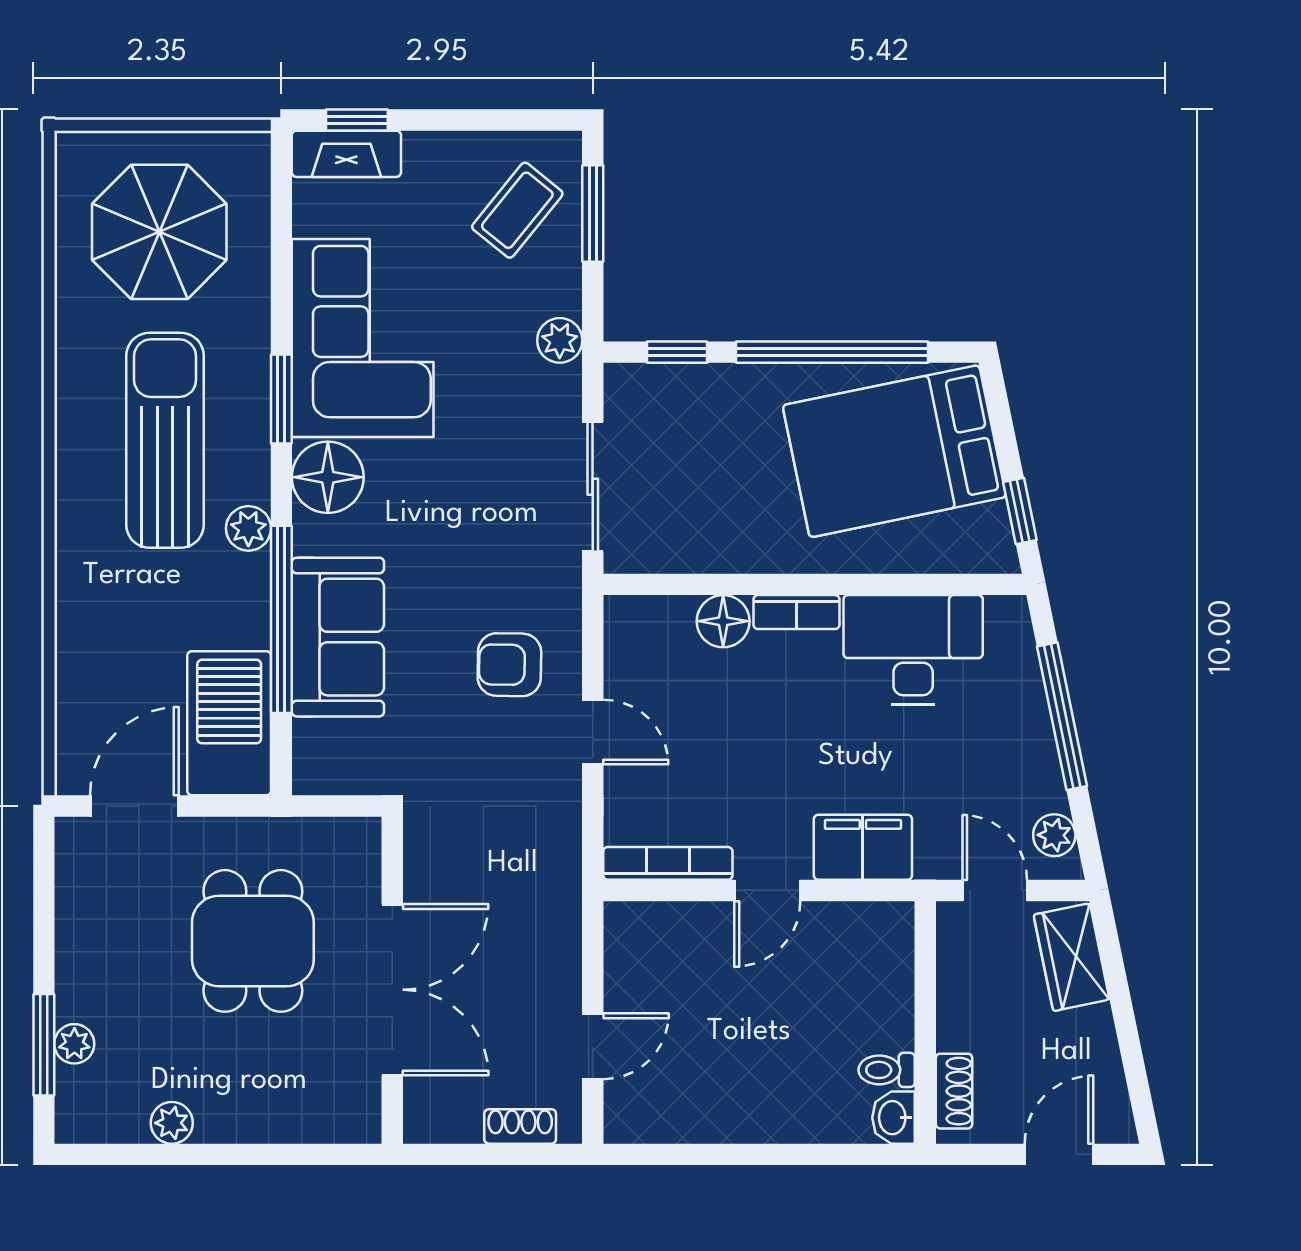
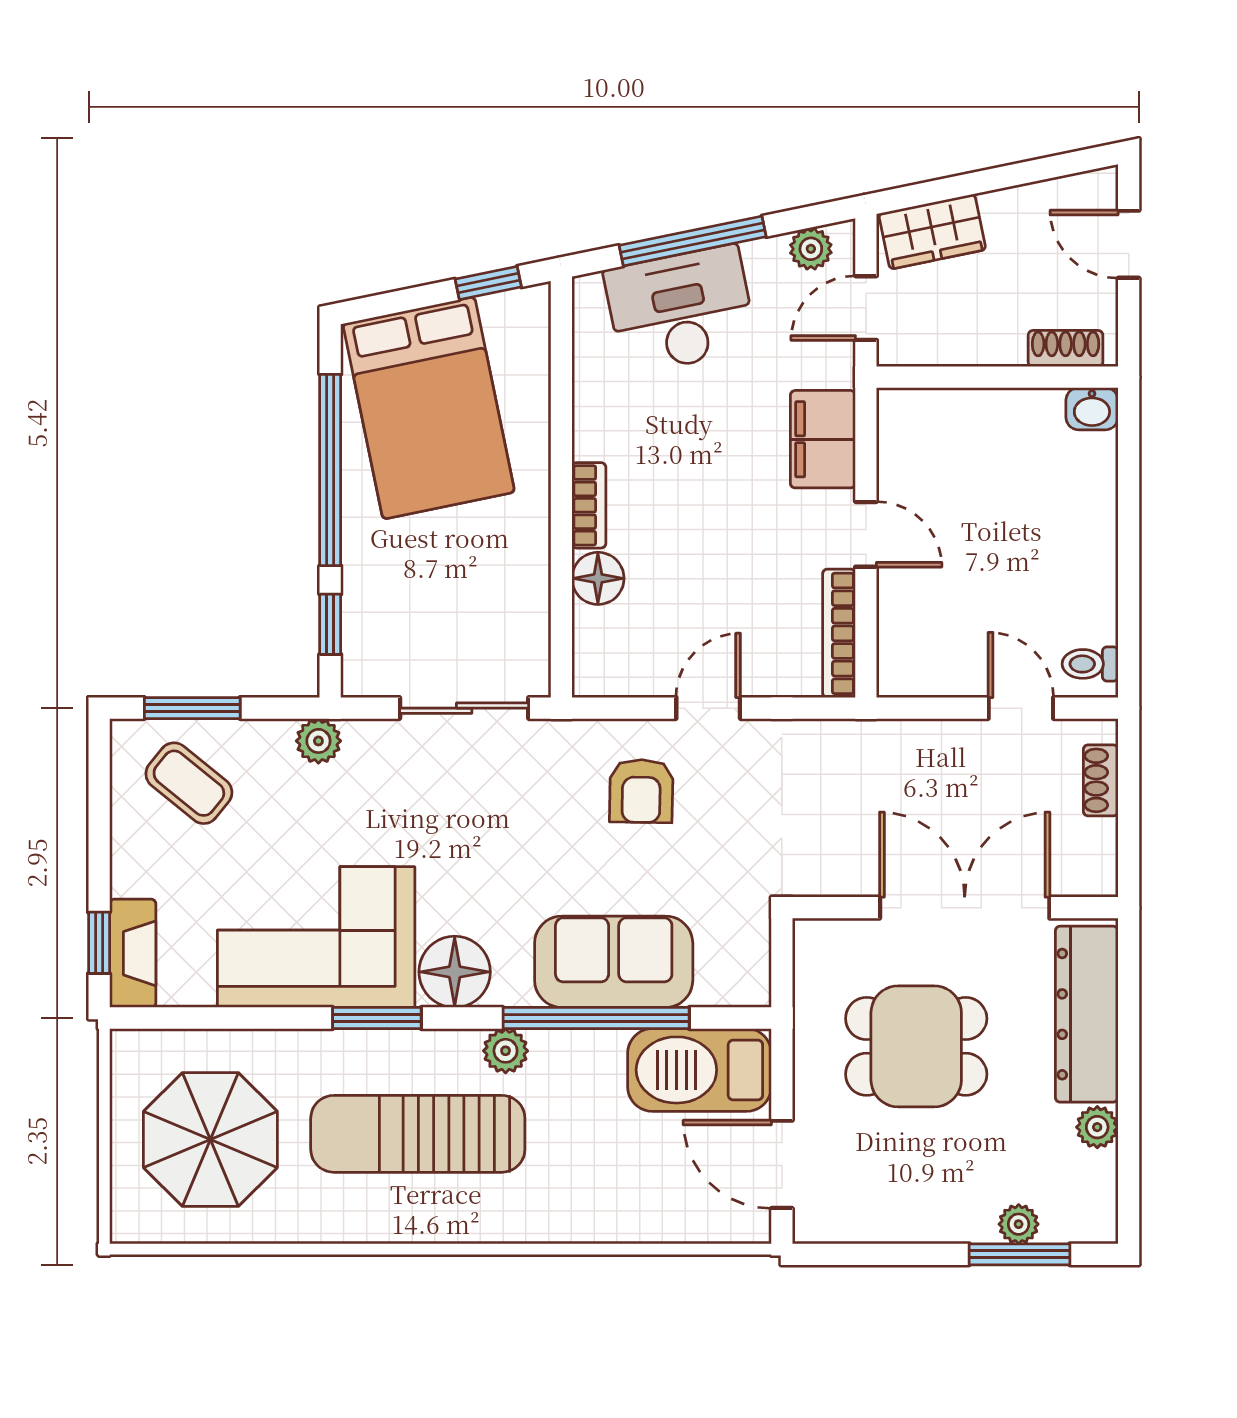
desk: (913, 650) -> (680, 310), moved, turned 78
toilet: (887, 1070) -> (1090, 664), moved, turned 90
dresser: (285, 1112) -> (1087, 1014), added

